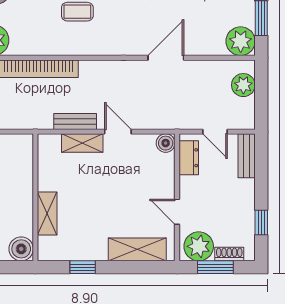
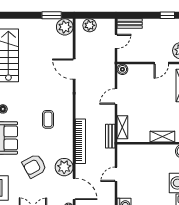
bench: (75, 122) -> (110, 136), moved
shelving: (82, 143) -> (122, 127), moved
dresser: (189, 158) -> (131, 56), removed

